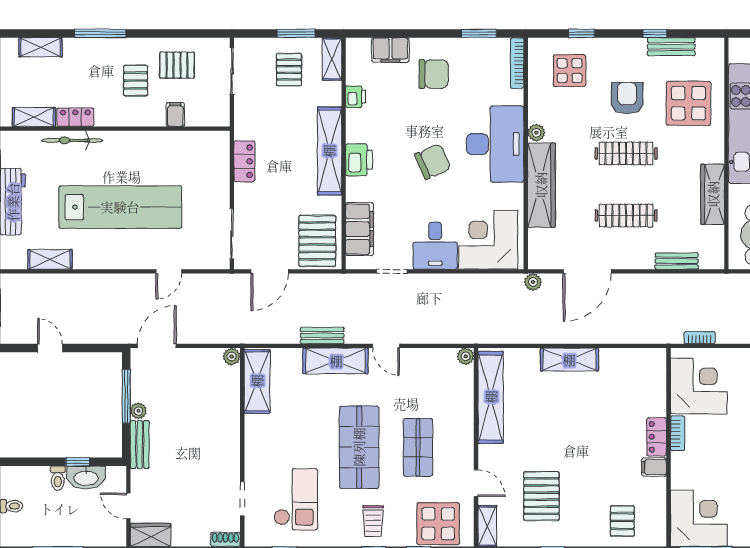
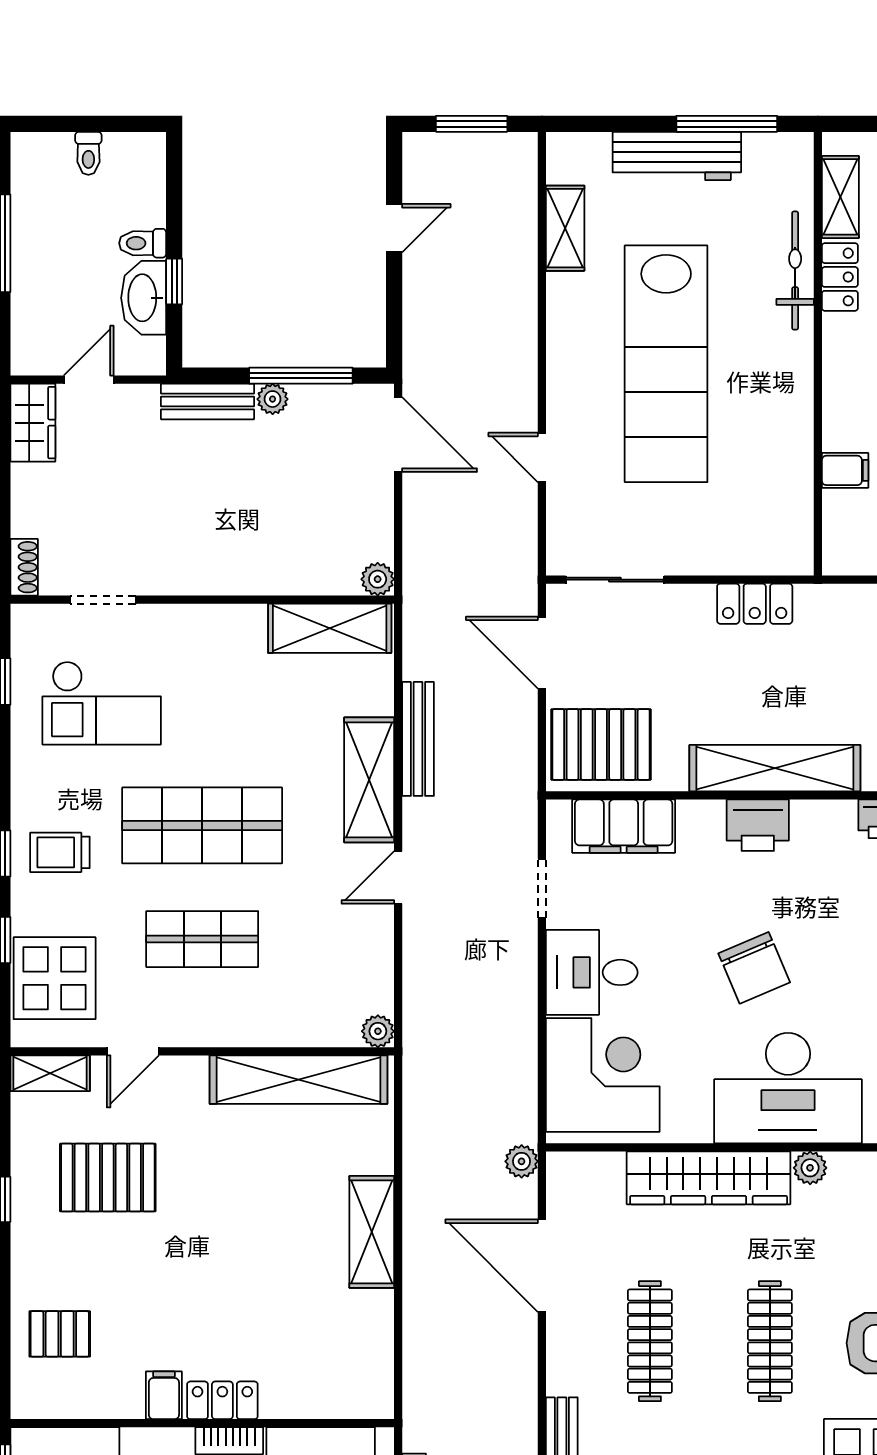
bench: (322, 336) -> (418, 739), width x1.36

